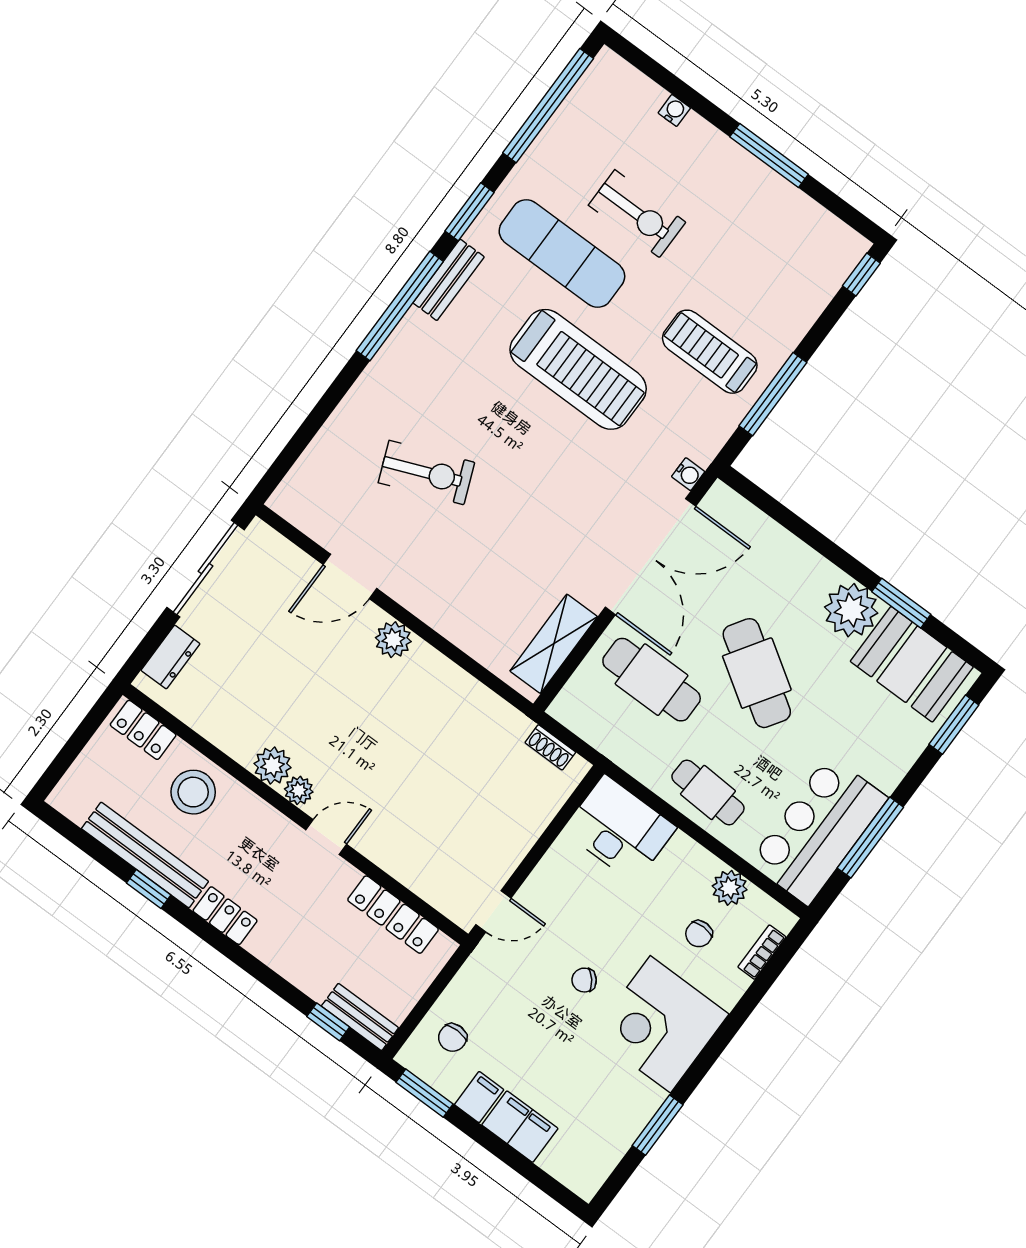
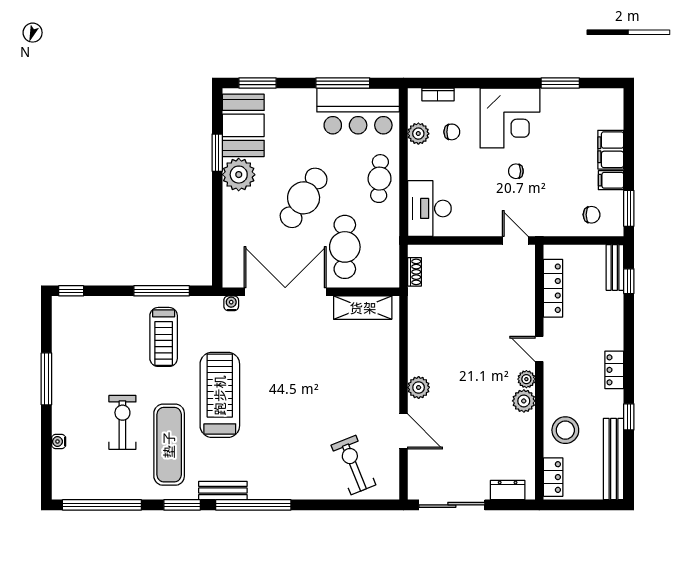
exercise bike: (426, 473) -> (353, 465), moved
bench: (145, 855) -> (614, 459), moved
chair: (584, 980) -> (516, 171), turned 129

